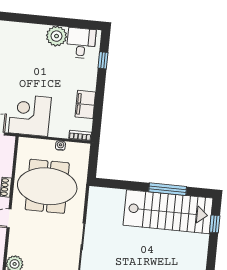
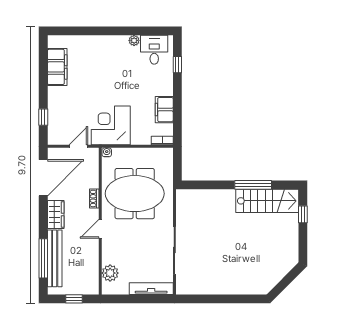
plant: (56, 36) -> (134, 40), width x0.53, depth x0.53
water cooler: (60, 146) -> (107, 152), moved
stairs: (168, 212) -> (267, 201), width x0.73, depth x0.66

